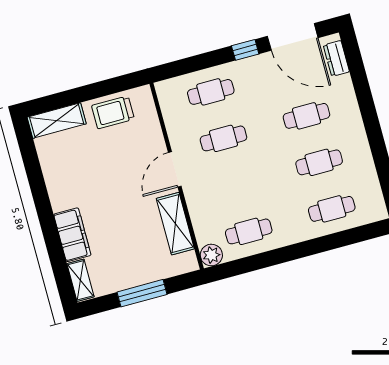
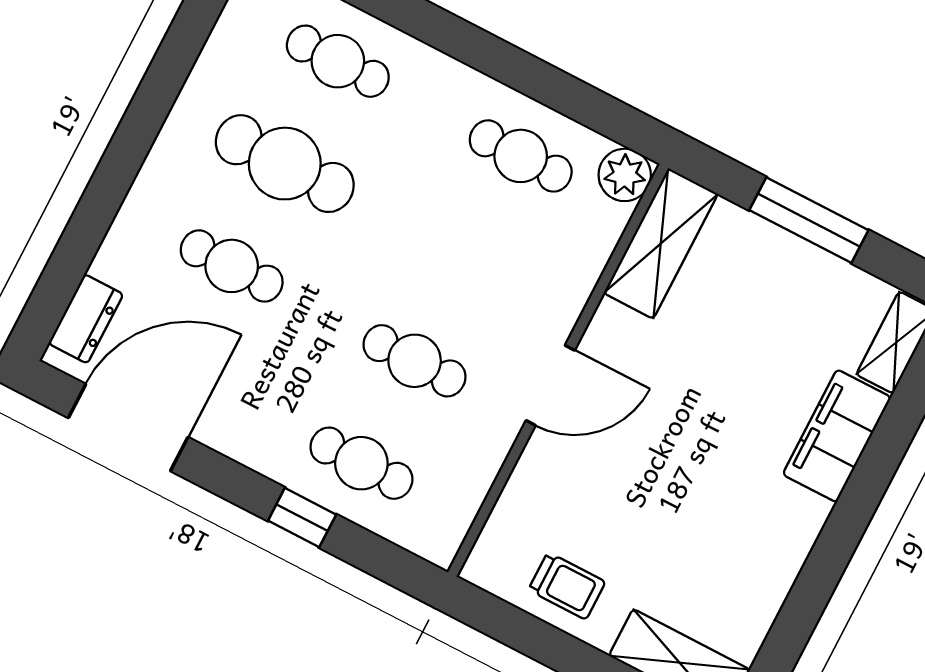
door: (293, 37) -> (128, 427), hinge flipped
window: (245, 50) -> (302, 518), moved
trolley: (113, 112) -> (567, 586), width x0.73, depth x0.72
cafe table: (319, 162) -> (285, 164), width x1.37, depth x1.35
shelving: (175, 224) -> (661, 244), moved

